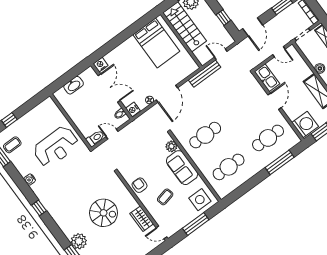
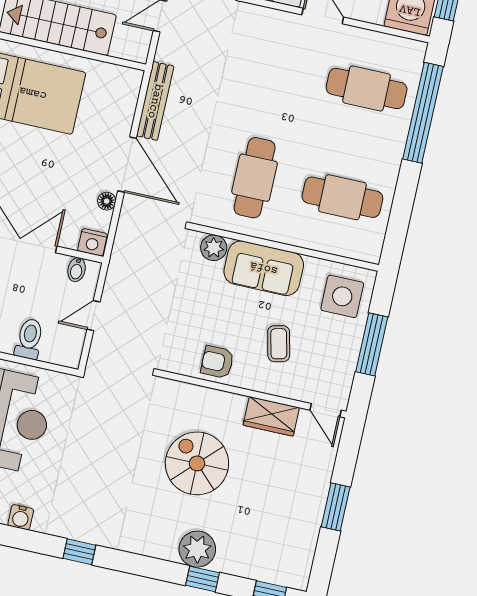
bench: (205, 74) -> (155, 101), moved
toilet: (95, 138) -> (29, 339), moved
cafe table: (268, 138) -> (367, 88), turned 90
window: (280, 162) -> (423, 113), width x1.46
cafe table: (229, 167) -> (342, 197), turned 90
spiral stairs: (103, 213) -> (197, 463), turned -90
door: (161, 232) -> (326, 410), hinge flipped

